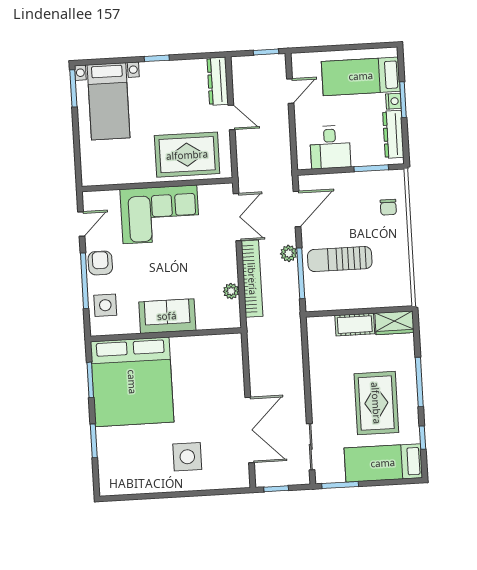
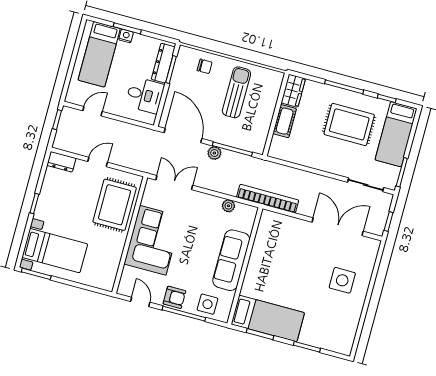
dresser: (218, 81) -> (61, 162), width x0.70
door: (290, 91) -> (93, 111), hinge flipped
dresser: (393, 134) -> (163, 63), moved, turned 90
door: (297, 209) -> (183, 136), width x1.36
sun lounger: (340, 259) -> (236, 92), moved, turned 180
armchair: (100, 263) -> (174, 297), turned 180
bookcase: (252, 279) -> (268, 199), moved
sofa: (167, 316) -> (231, 260), width x1.36
bed: (132, 382) -> (268, 319), width x0.49

